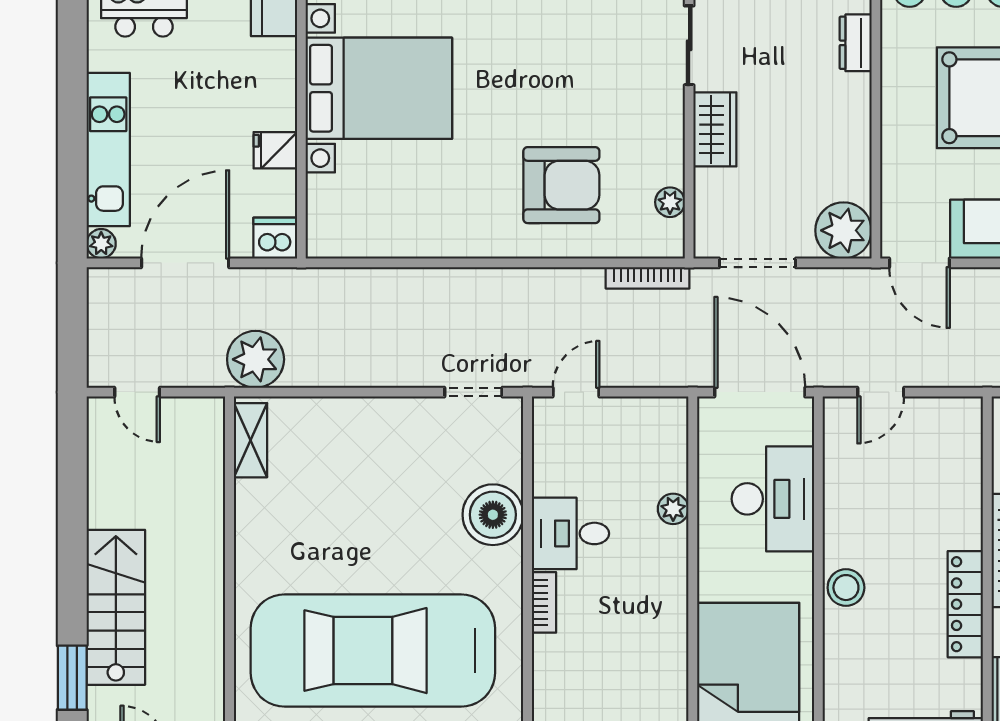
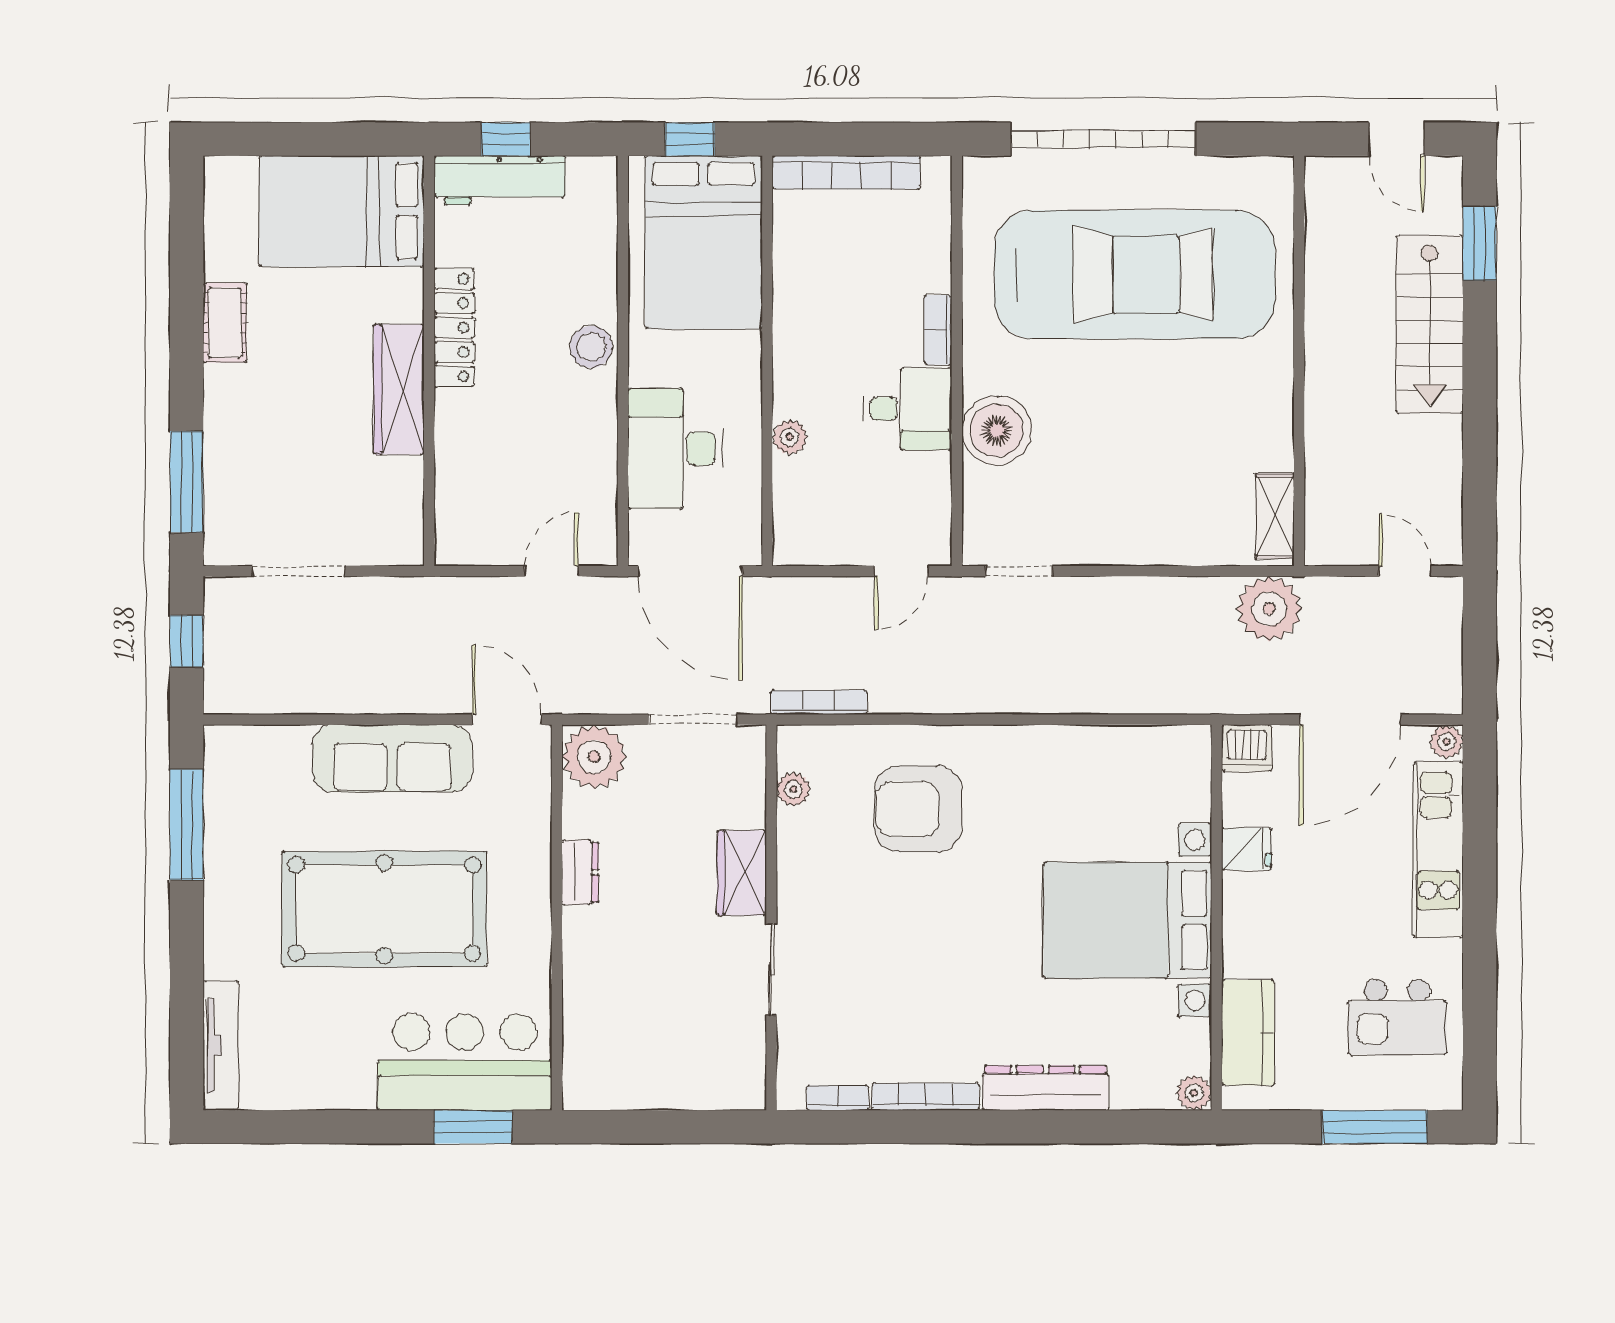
dresser: (856, 43) -> (580, 872), moved

